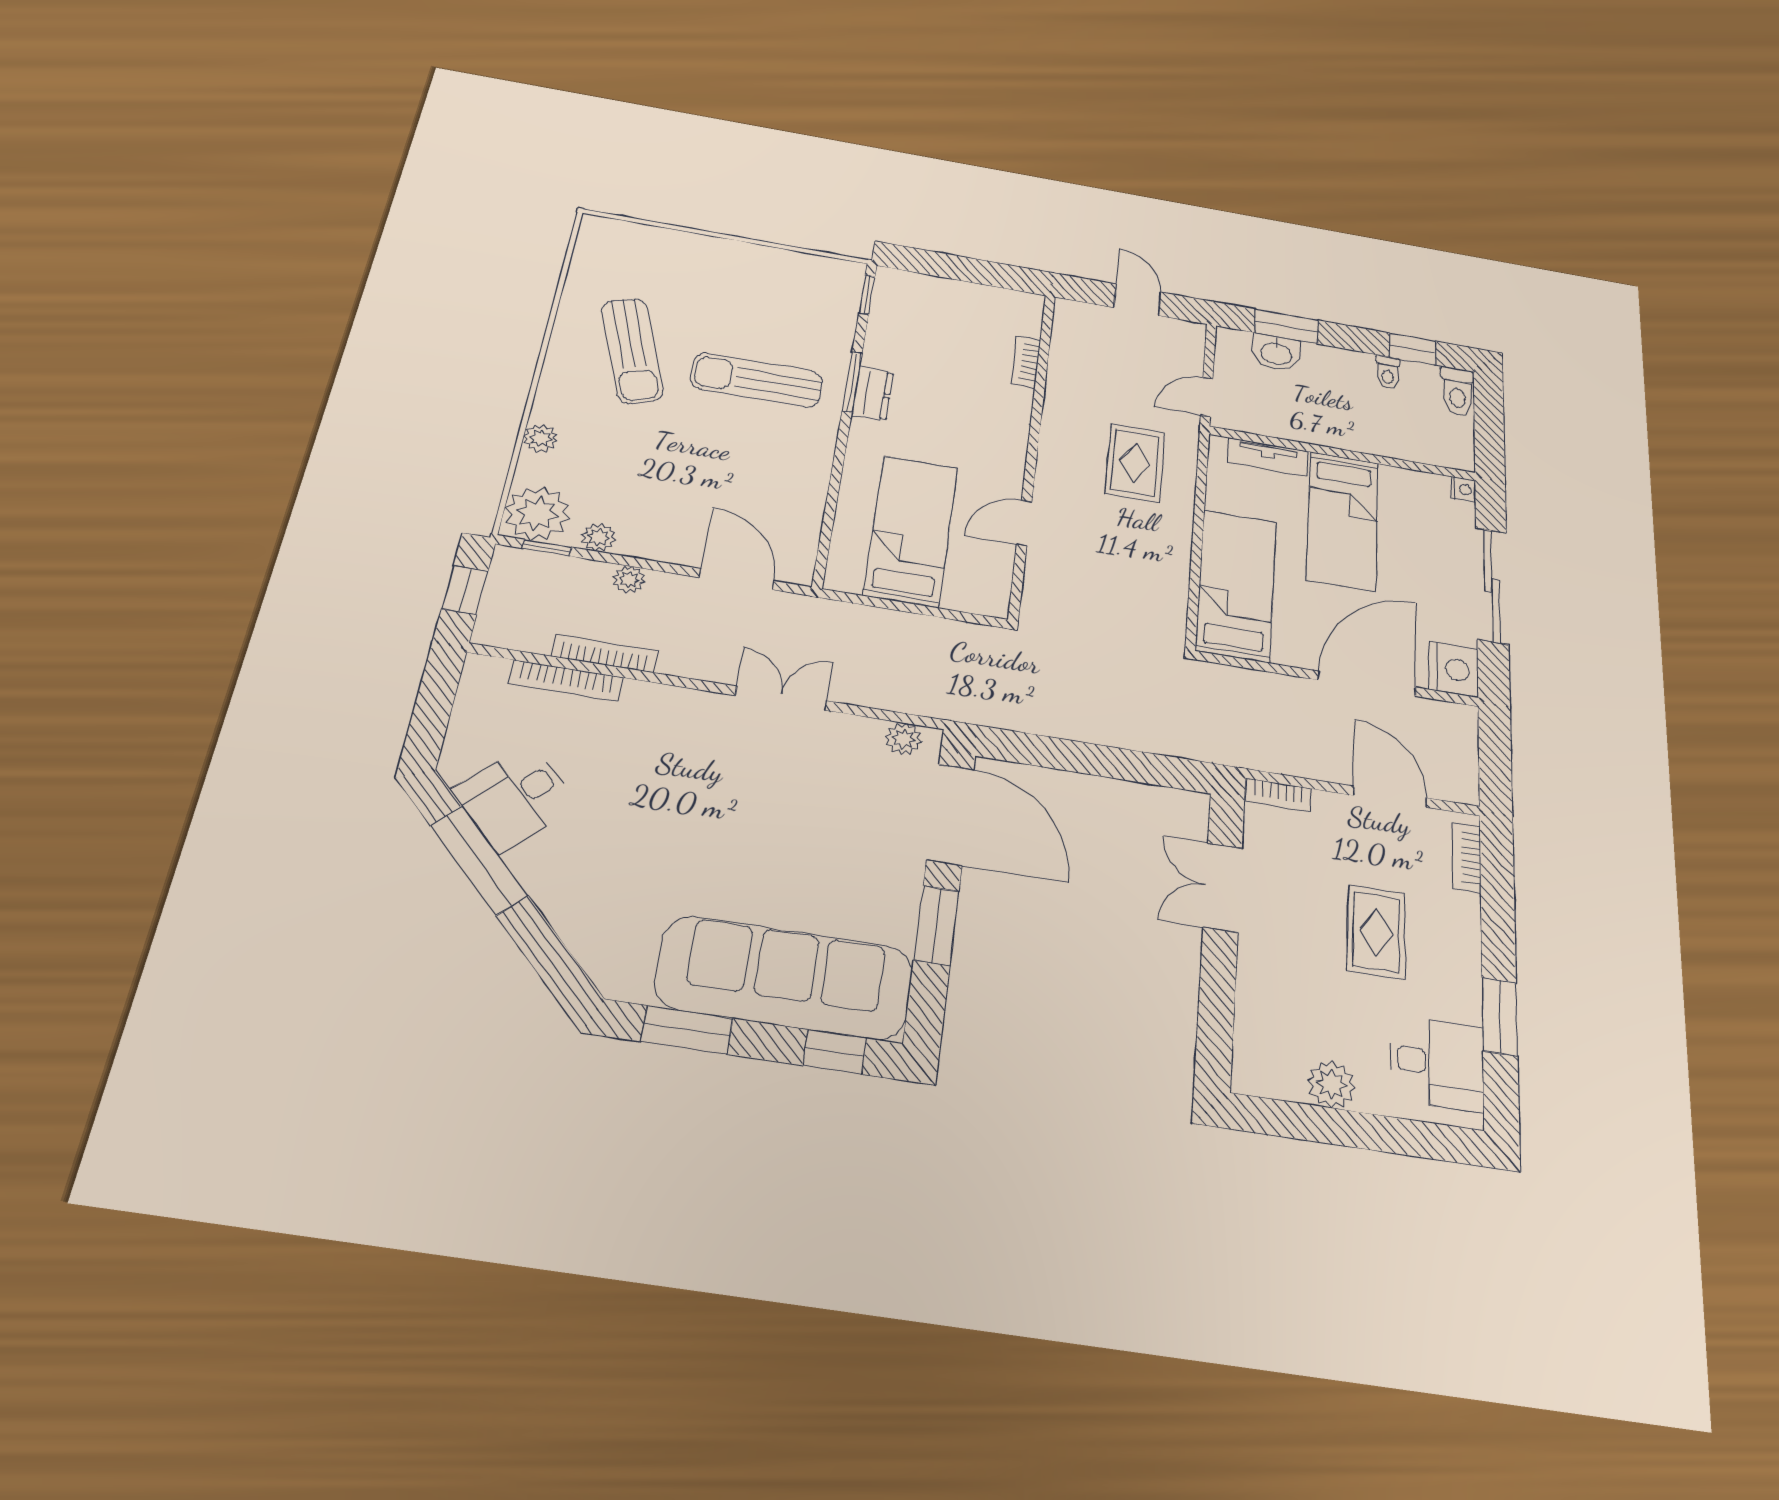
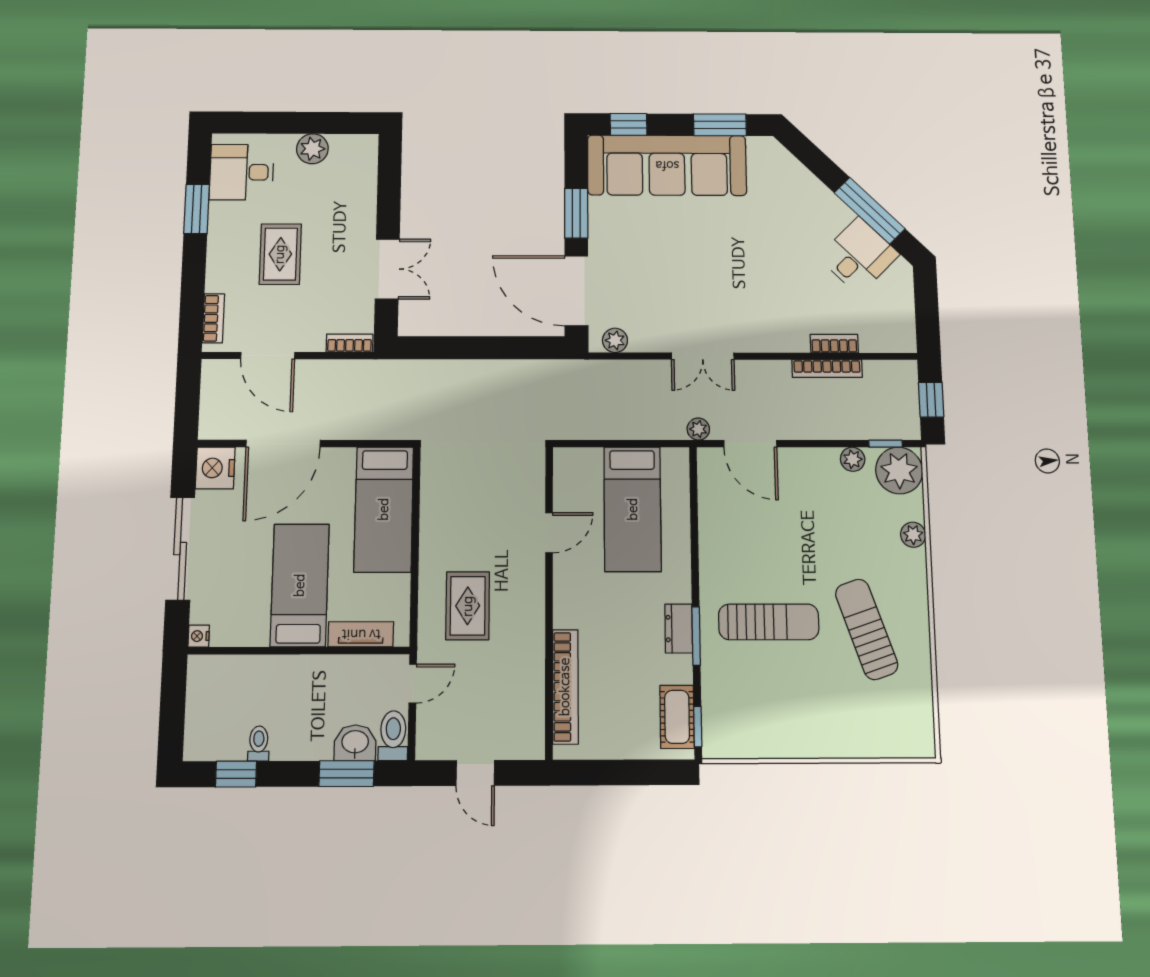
cot: (890, 308) -> (677, 717), added
bookcase: (1026, 362) -> (565, 687), width x2.31, depth x1.31
toilet: (1457, 391) -> (393, 736), moved
plant: (629, 579) -> (698, 429), moved
bookcase: (566, 681) -> (834, 344), width x0.64

